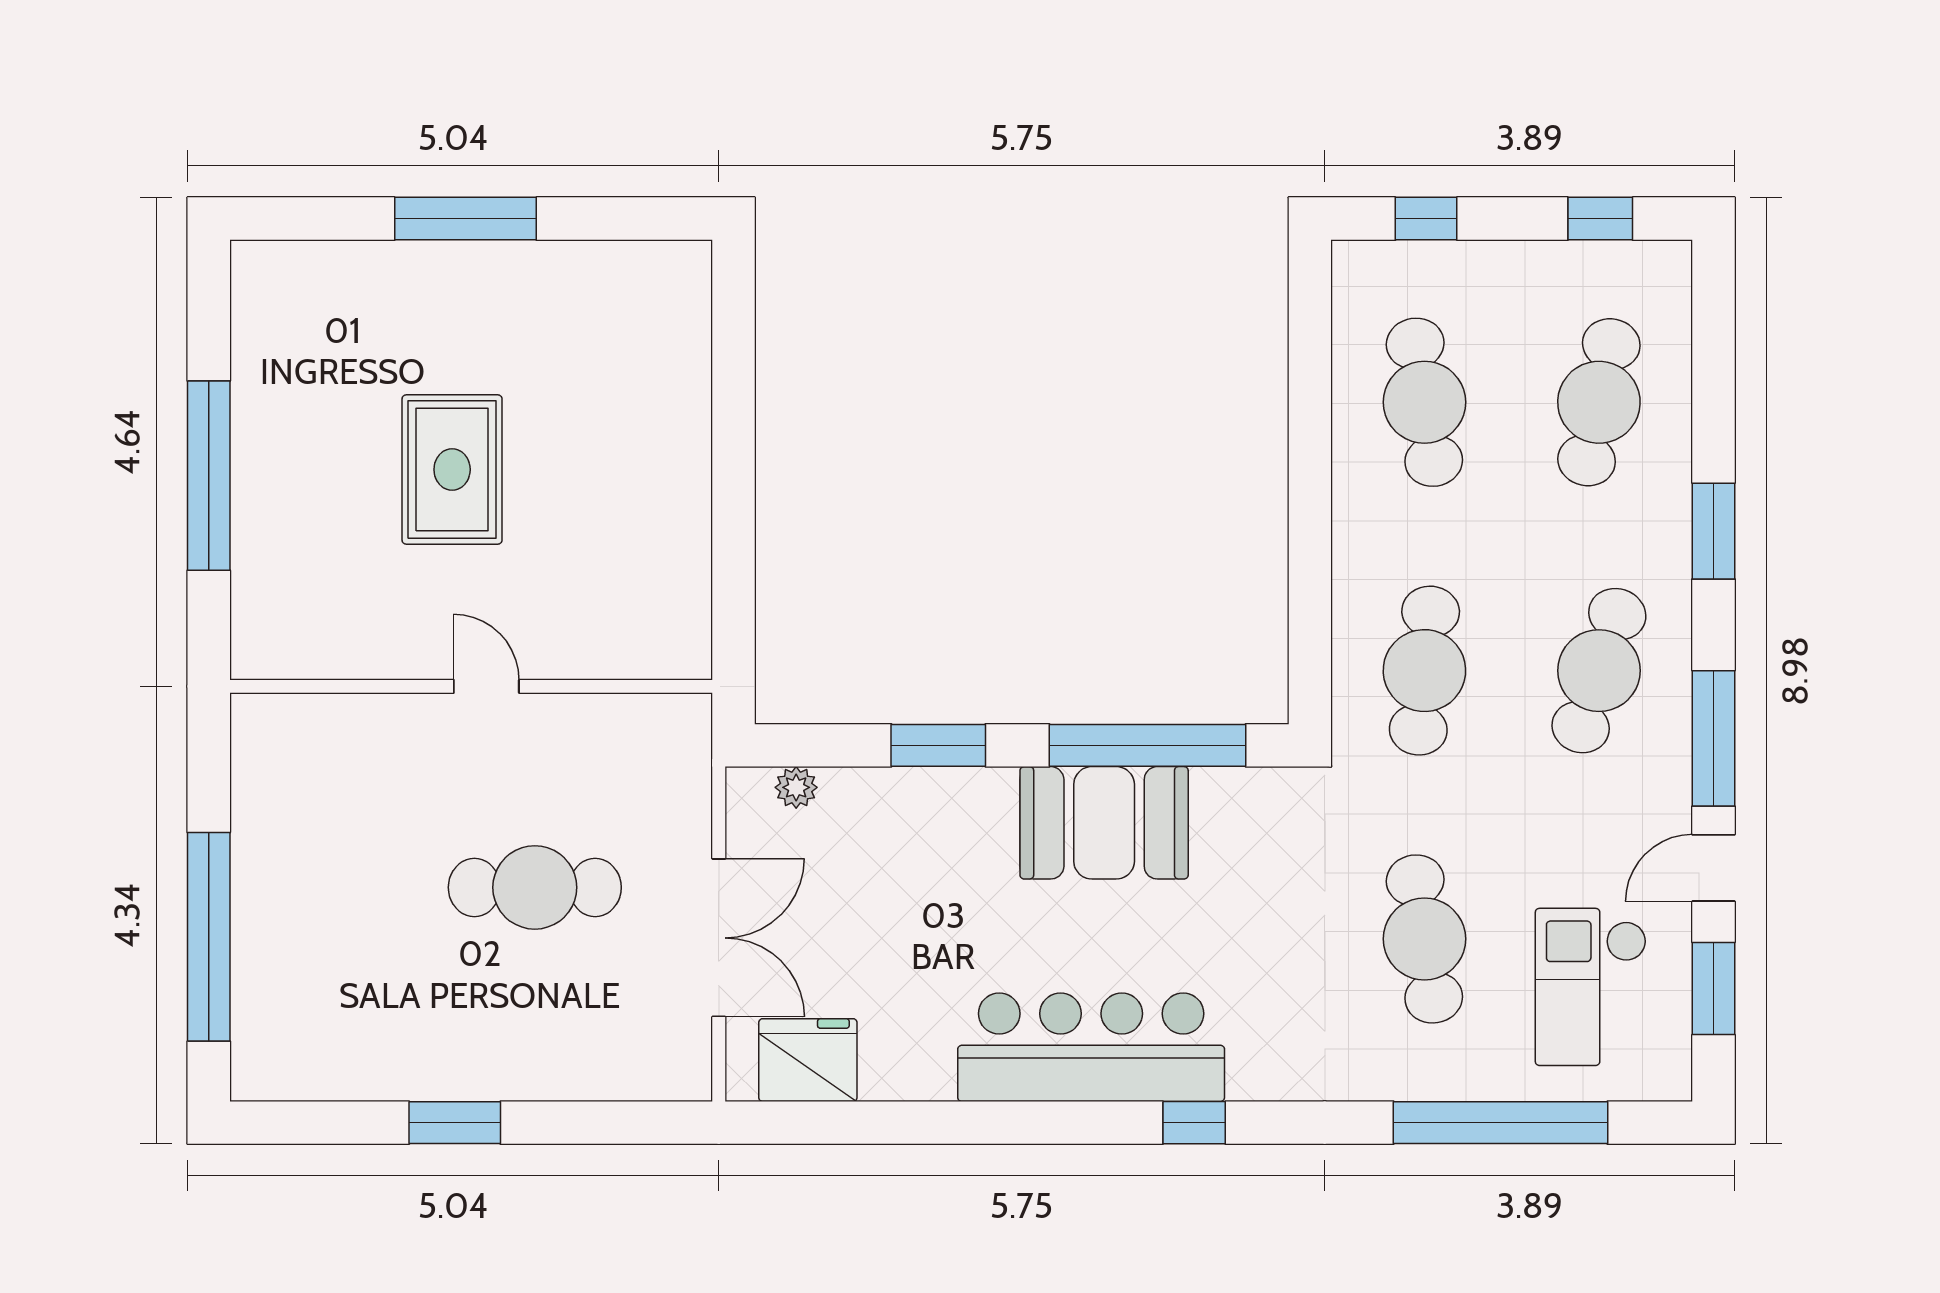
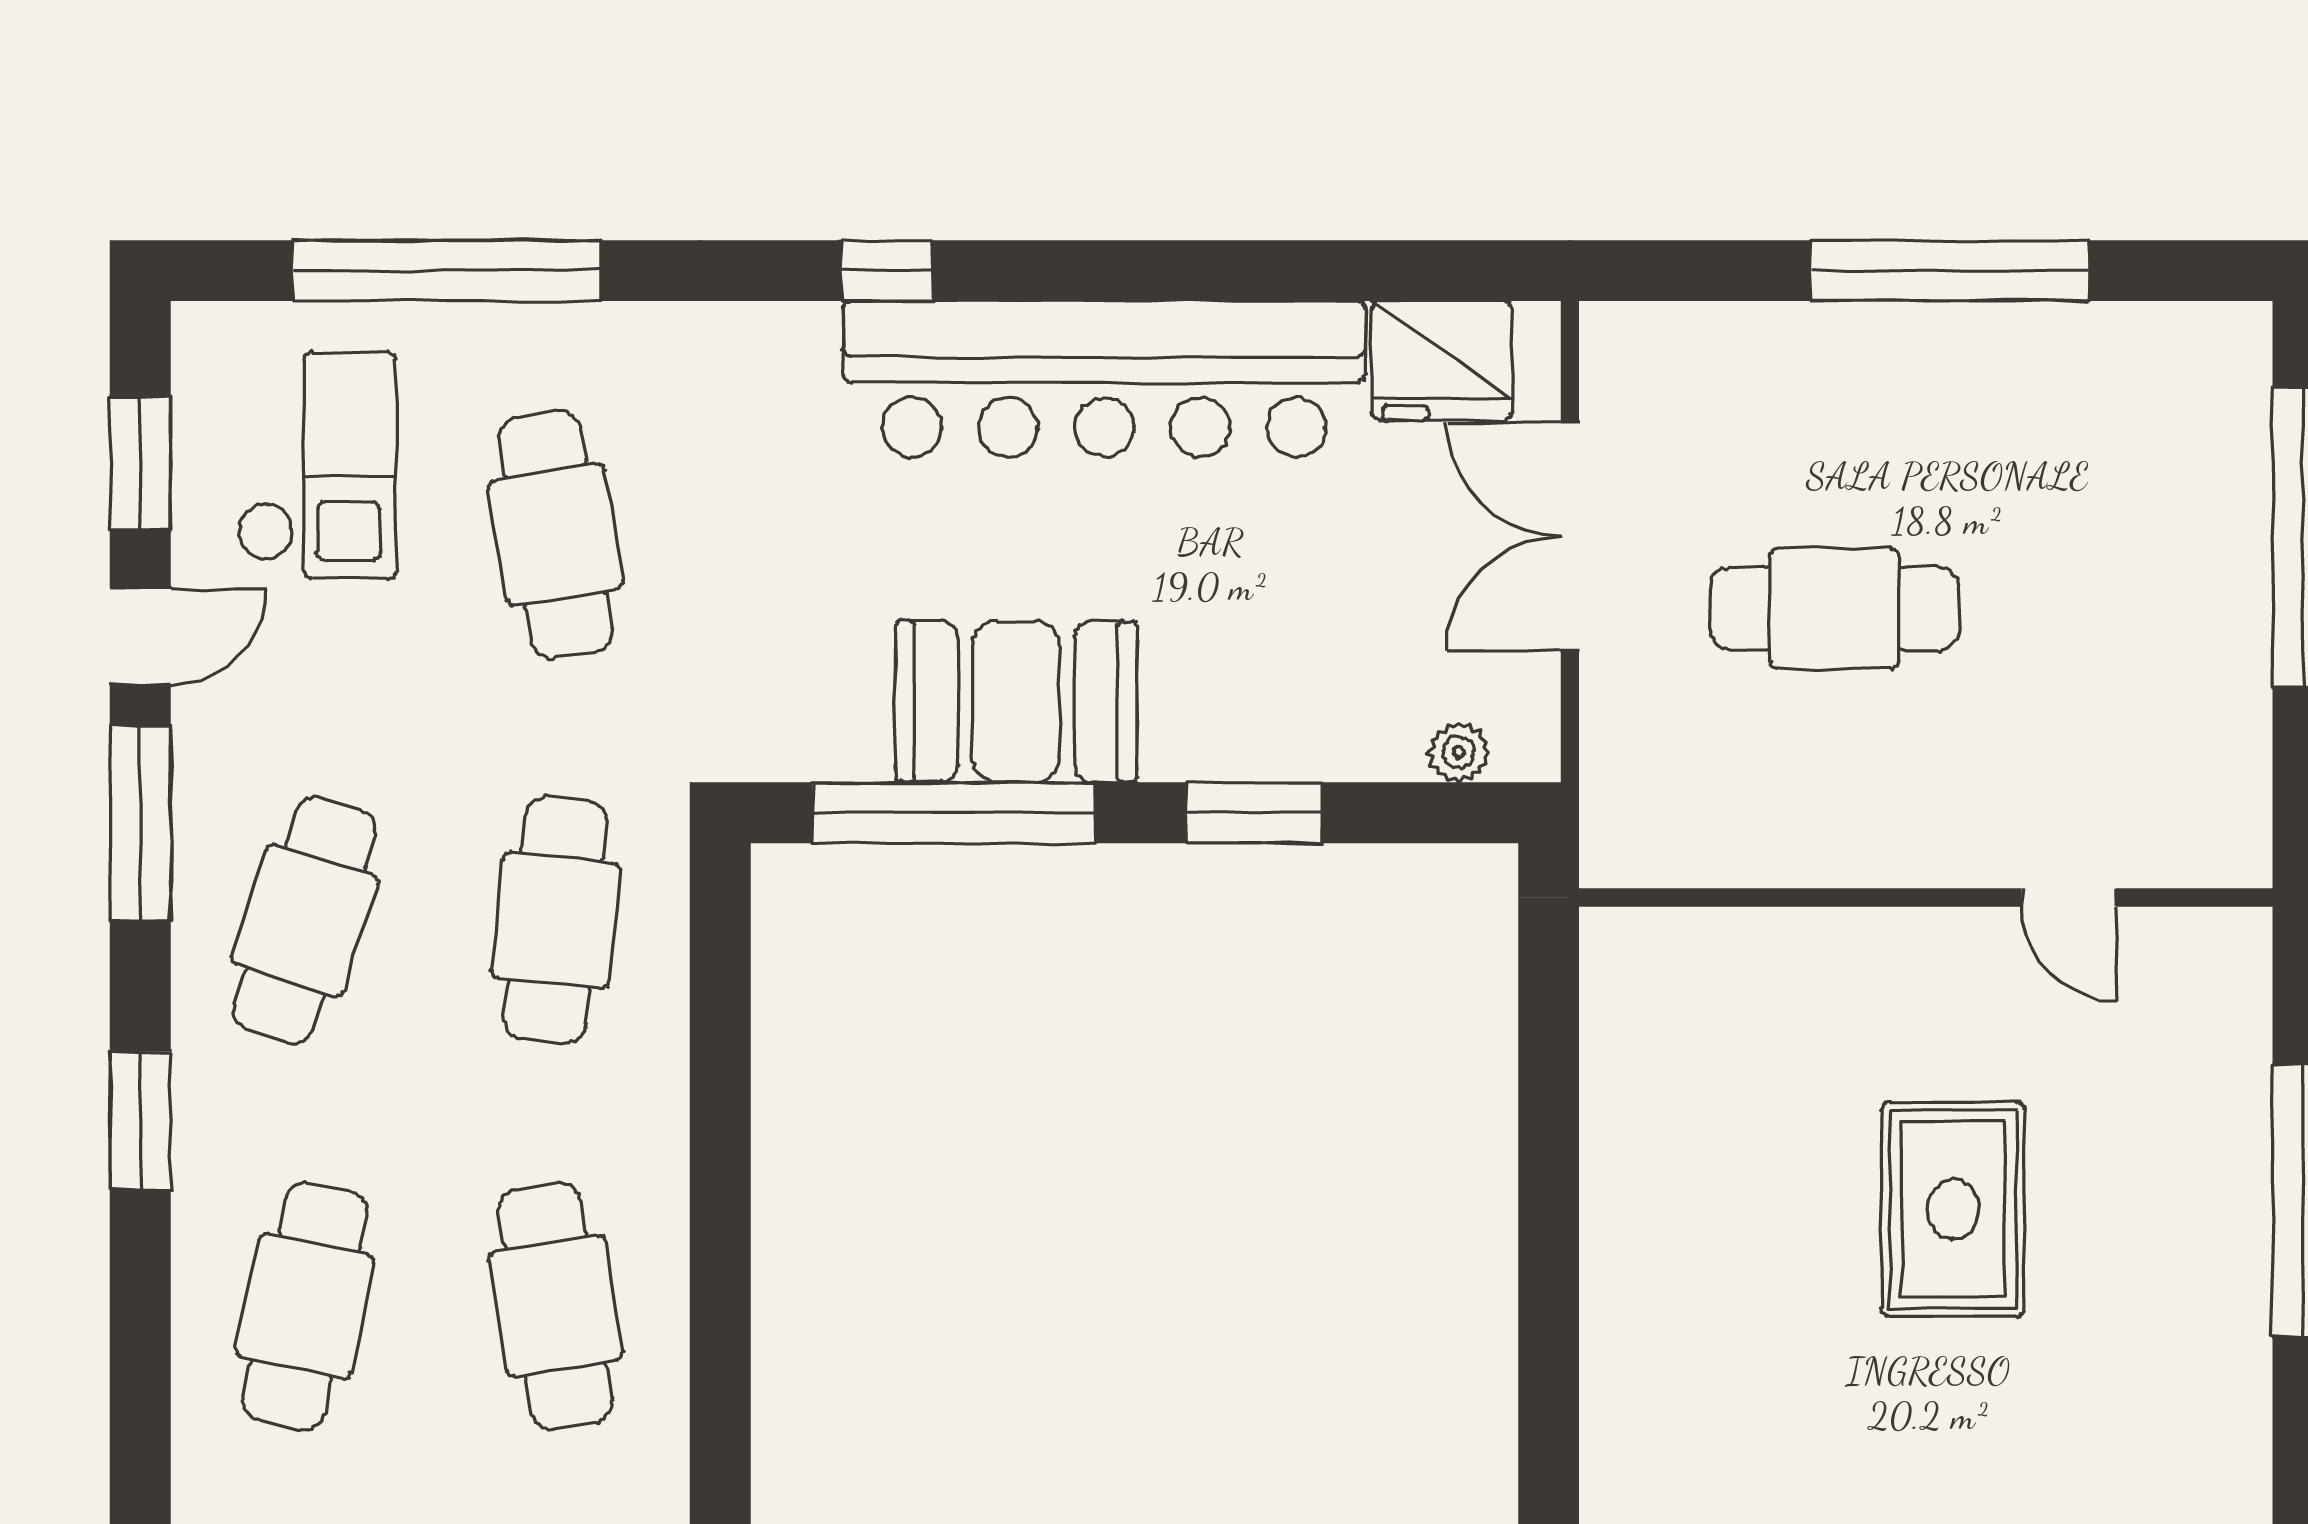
door: (486, 686) -> (2069, 898), moved
bar counter: (1091, 1047) -> (1104, 379), width x1.36
window: (455, 1123) -> (1949, 271), width x2.11

